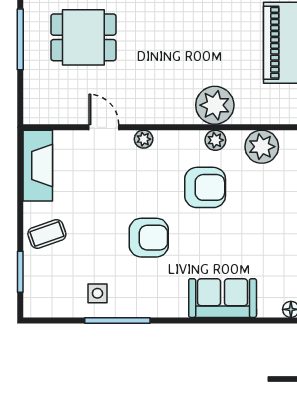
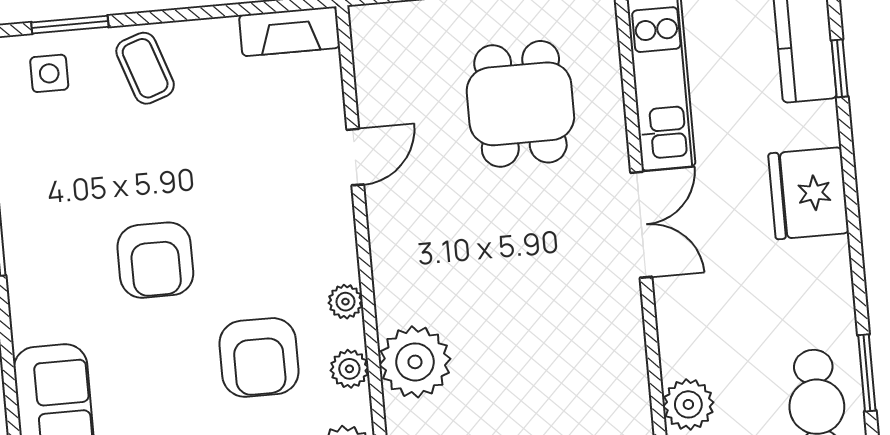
plant: (144, 139) -> (345, 302), moved
fireplace: (38, 166) -> (290, 31), width x0.73, depth x0.76
side table: (97, 293) -> (49, 73), moved

